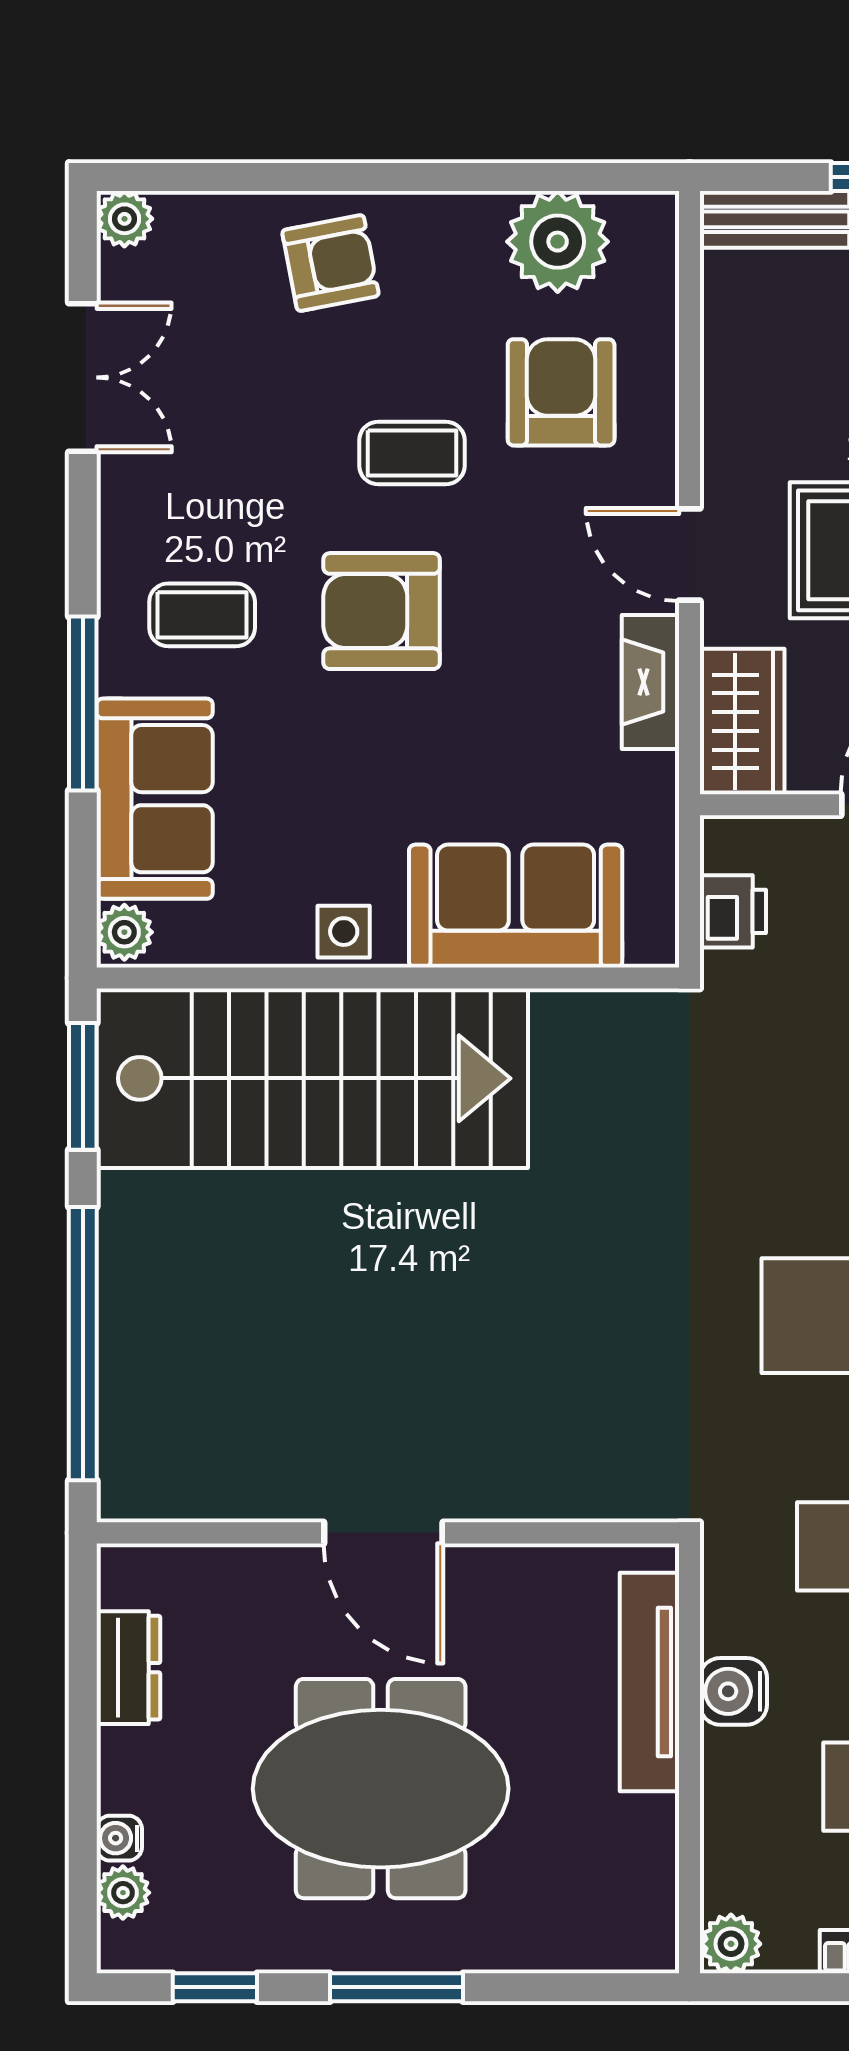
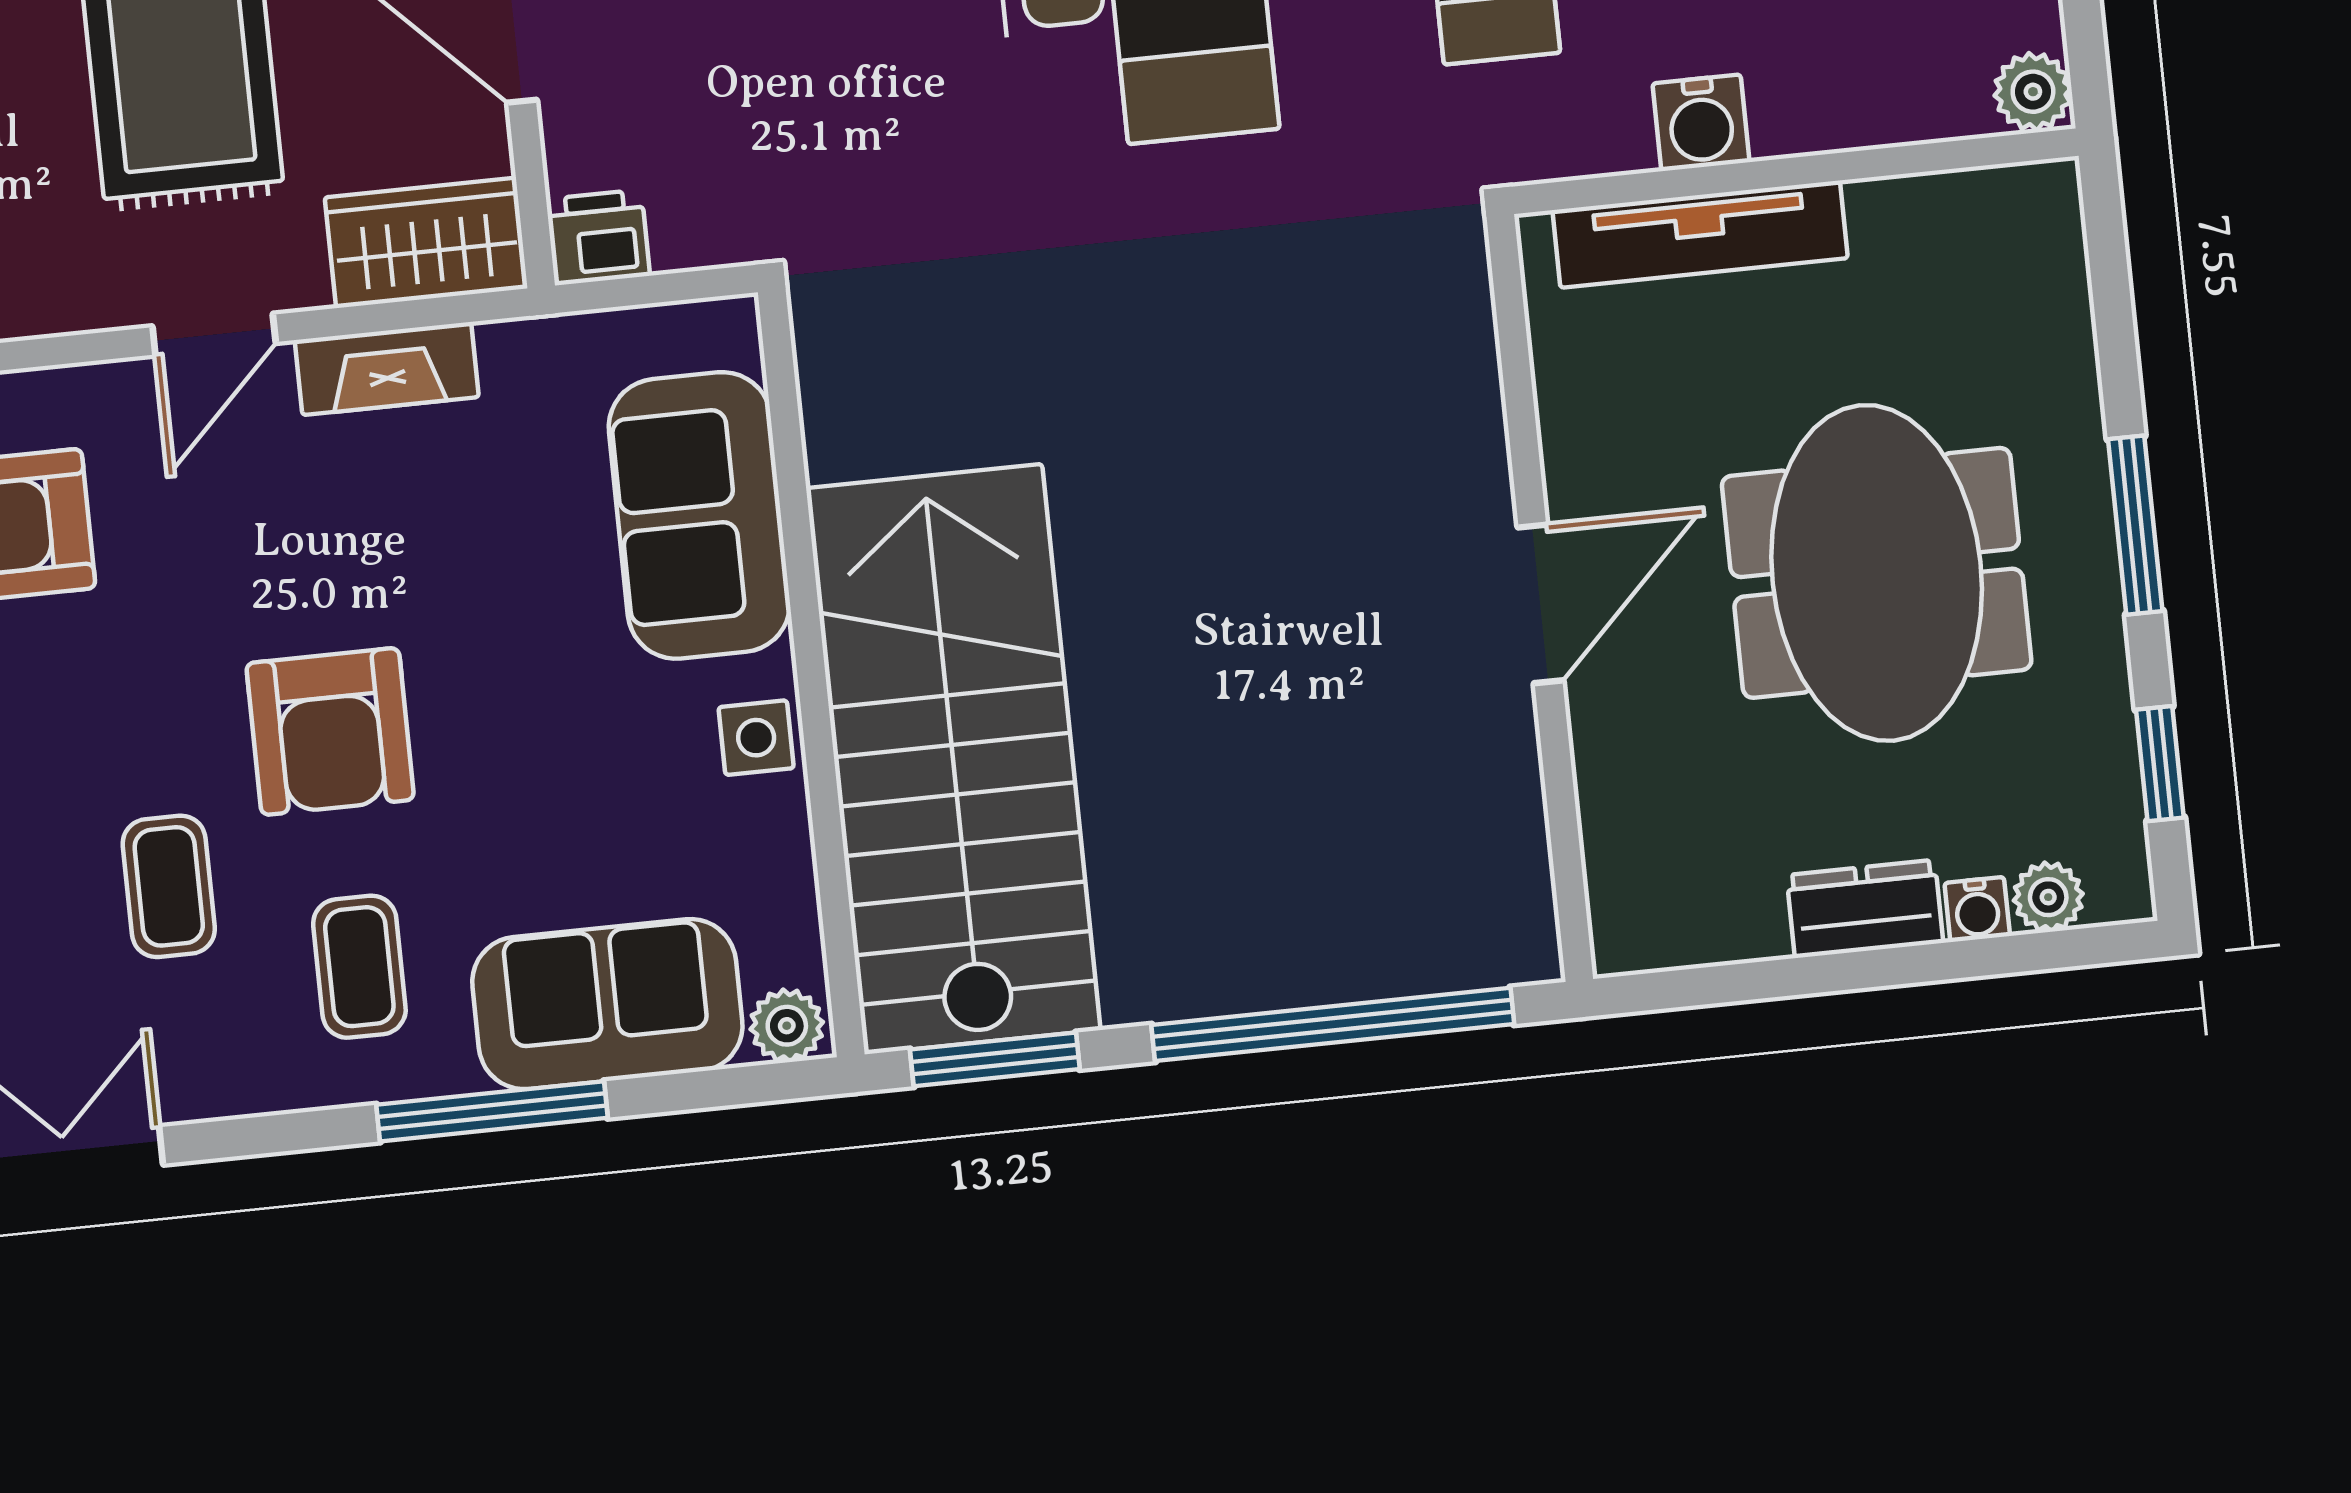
coffee table: (412, 453) -> (169, 886), moved
printer: (733, 911) -> (598, 237), moved
dresser: (128, 1668) -> (1865, 909), moved

